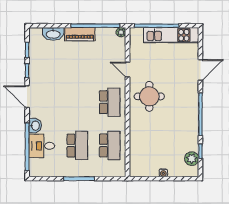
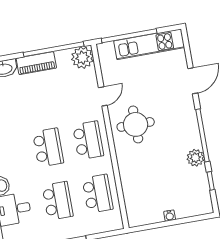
plant: (121, 32) -> (82, 58), width x1.87, depth x1.87
door: (127, 70) -> (103, 96), swing flipped
school desk: (77, 102) -> (48, 147), added
plant: (192, 159) -> (195, 158), moved

